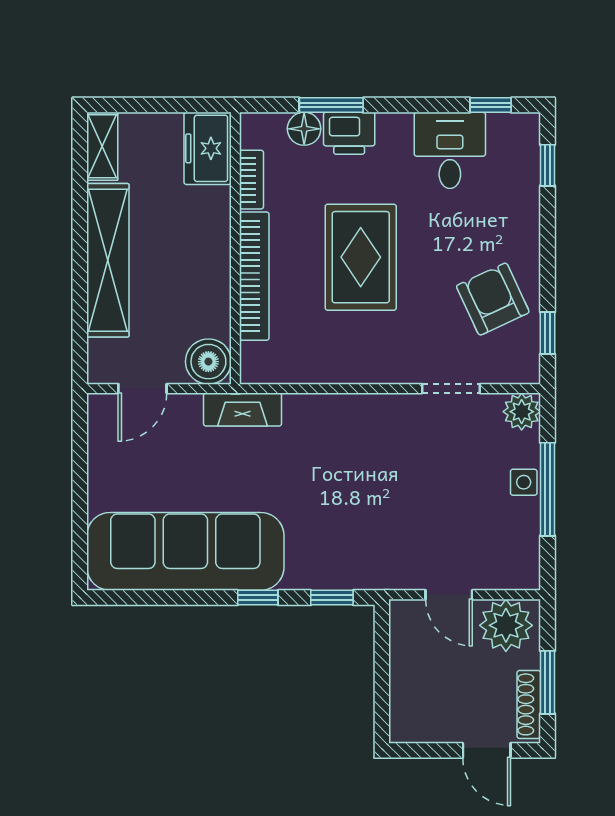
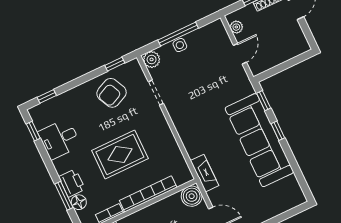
sofa: (185, 551) -> (259, 140), moved
plant: (506, 625) -> (236, 27), width x0.53, depth x0.53

